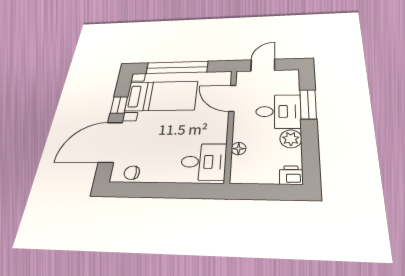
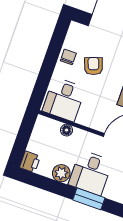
armchair: (157, 144) -> (93, 66), added
chair: (132, 173) -> (68, 57), moved

